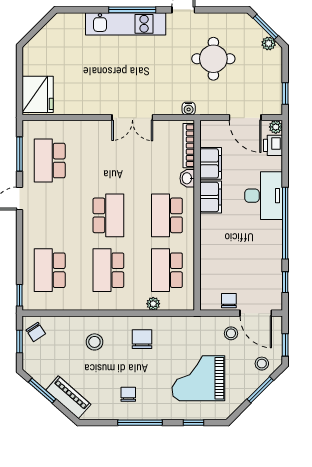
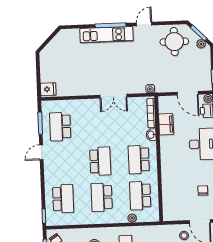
round table: (213, 59) -> (174, 42), moved
fridge: (38, 94) -> (48, 89), width x0.53, depth x0.75
filing cabinet: (211, 197) -> (167, 146), removed
school desk: (50, 270) -> (63, 199), turned 180
chair: (229, 301) -> (203, 190), moved

